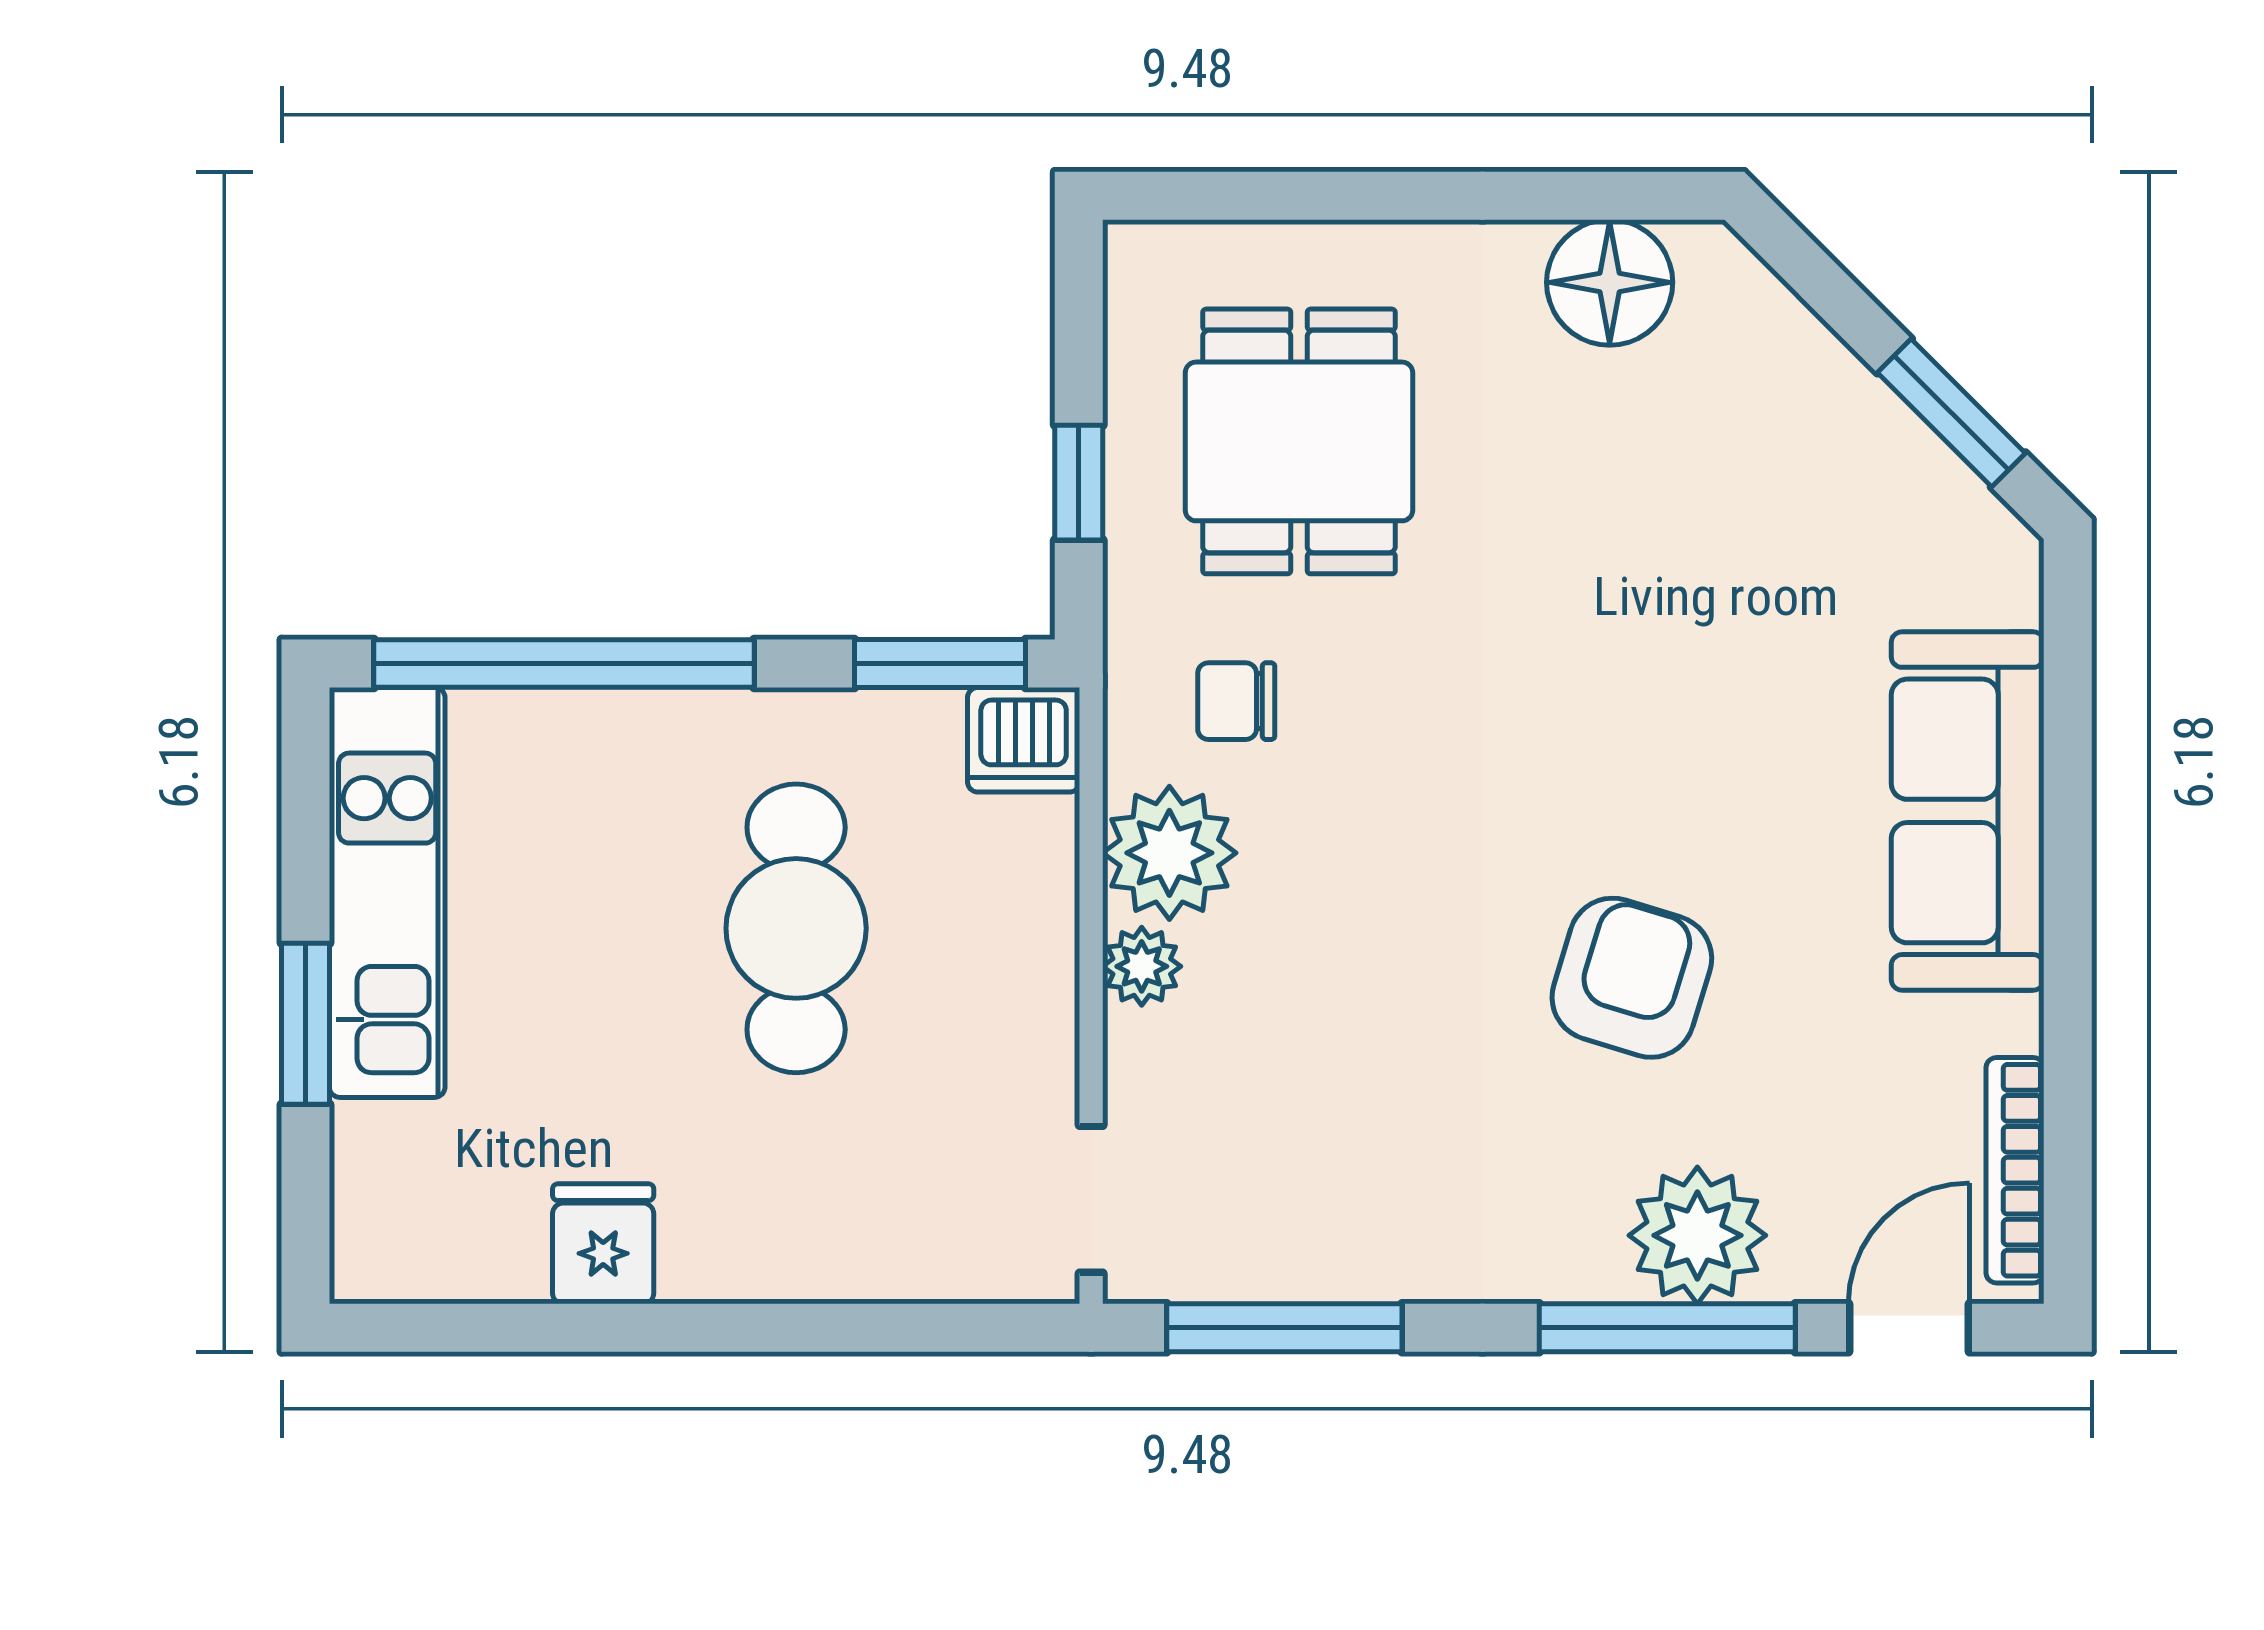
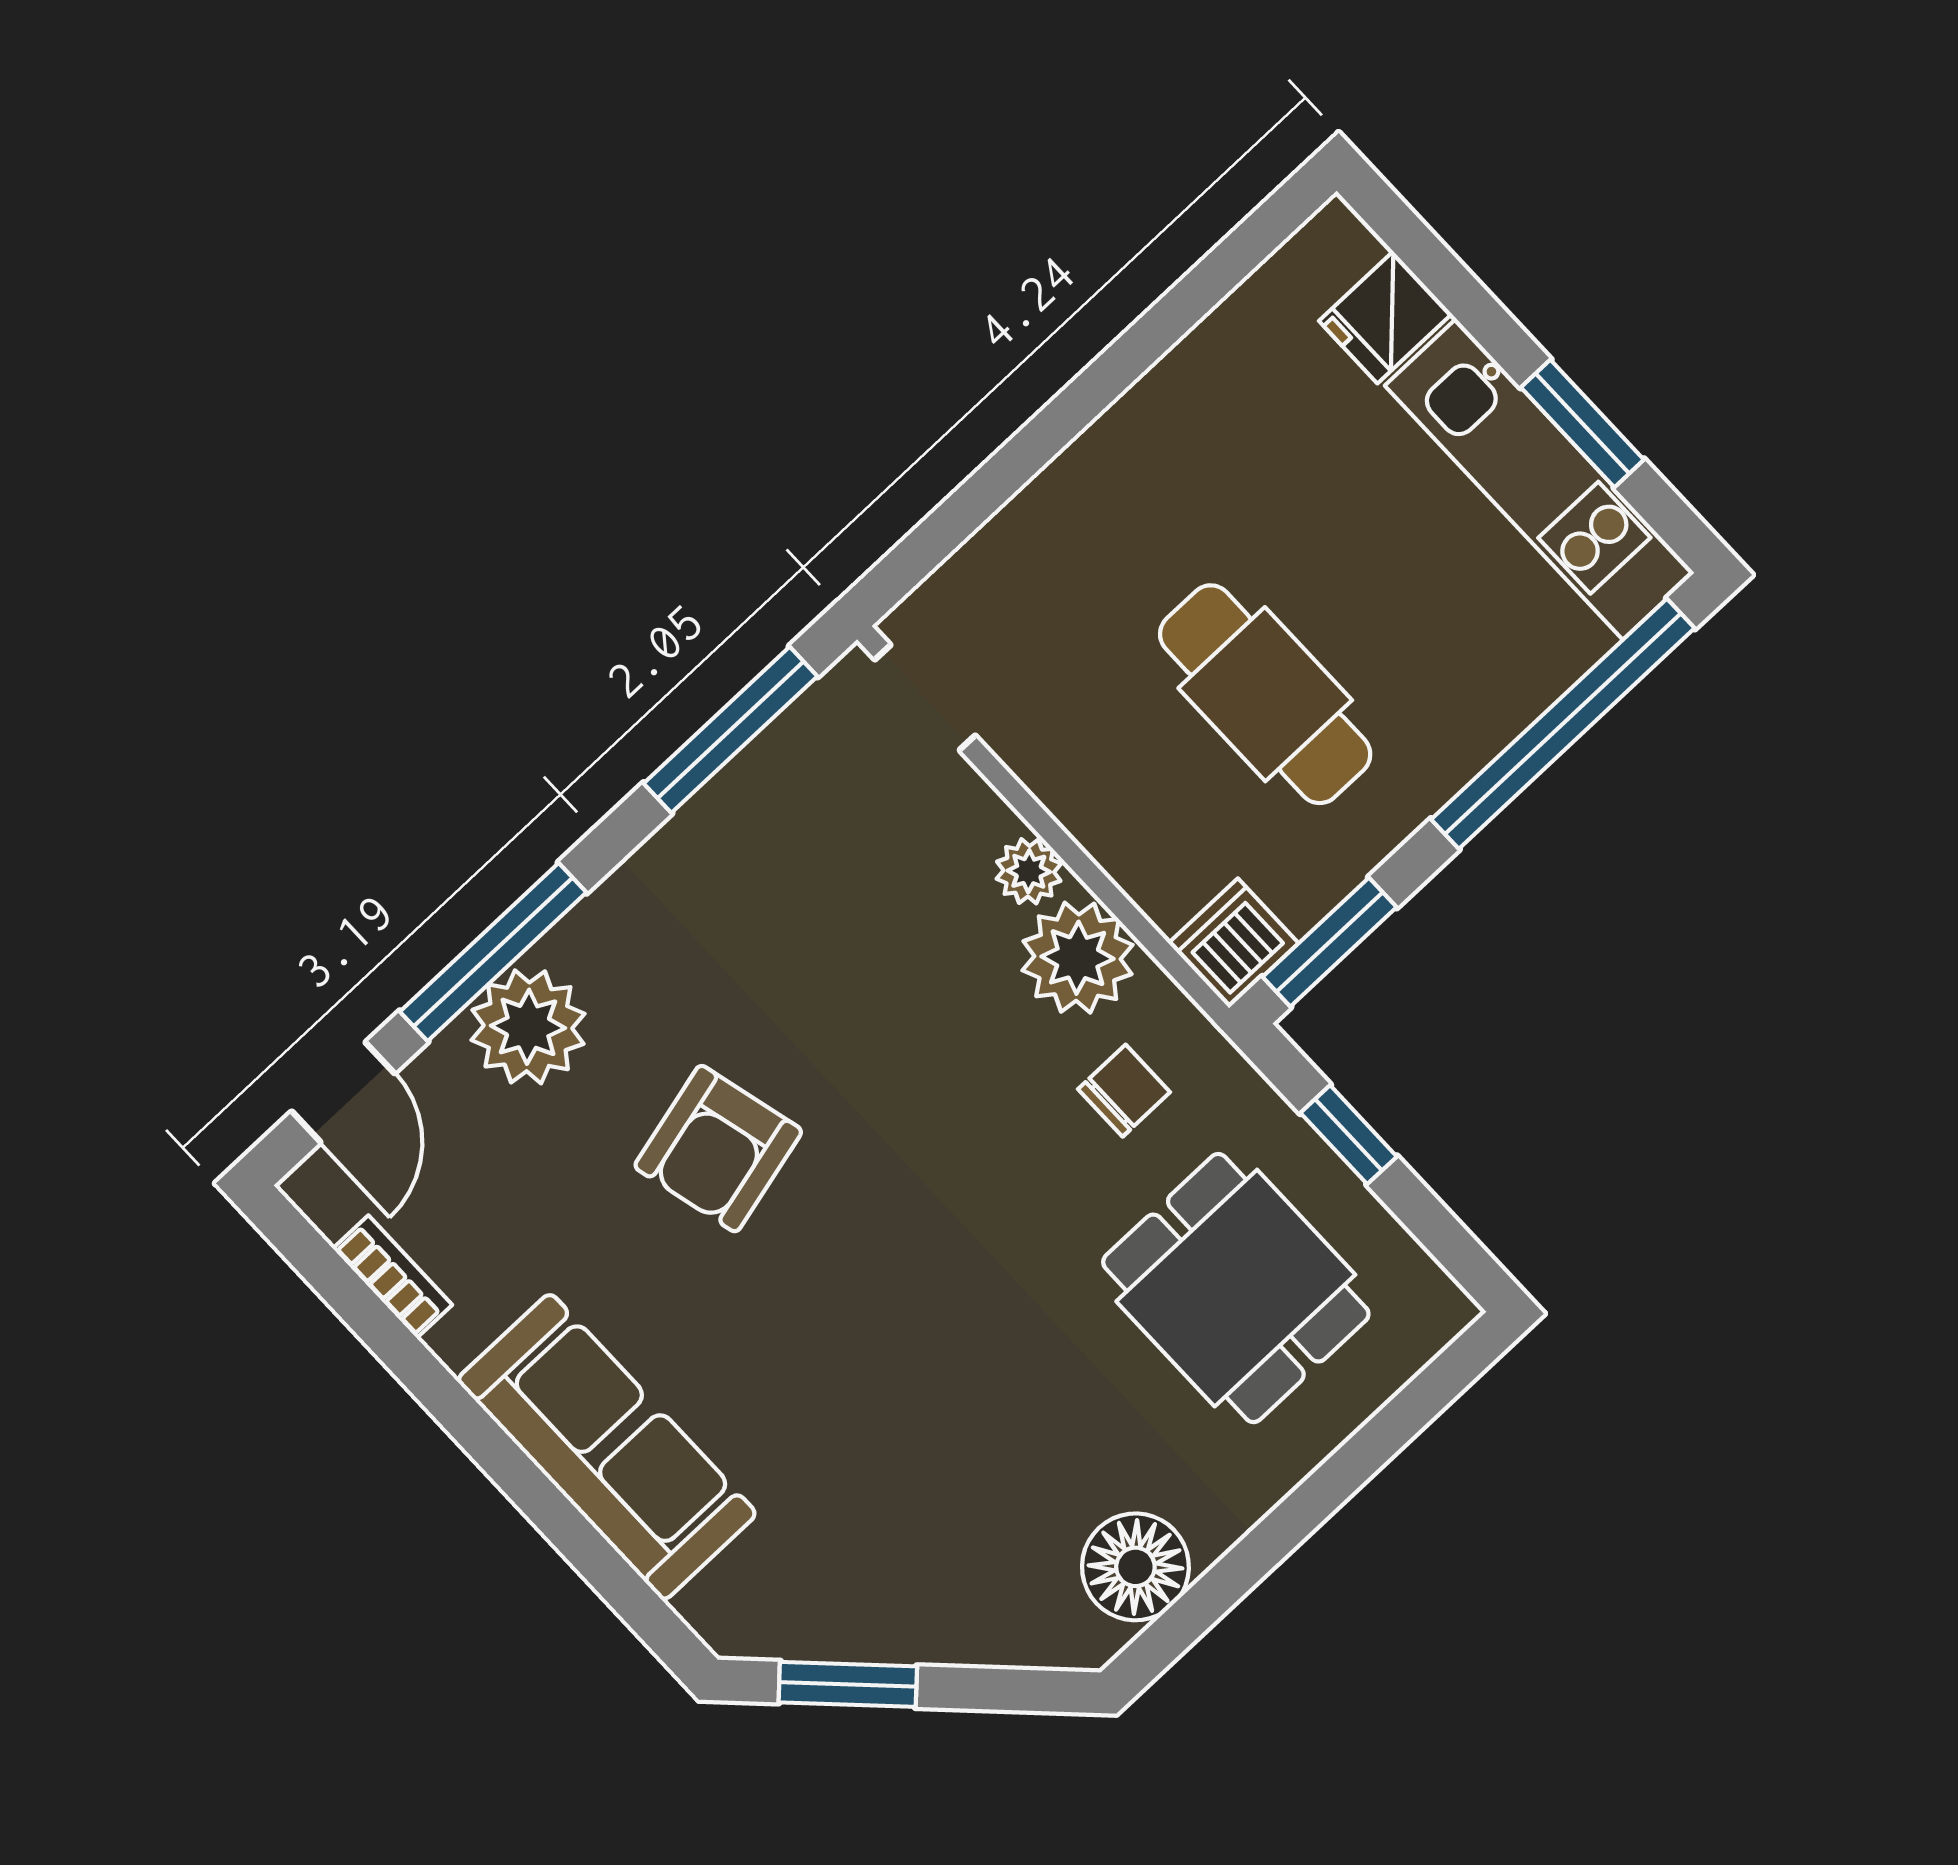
armchair: (1632, 978) -> (718, 1149), turned 59
window: (306, 1024) -> (1582, 423), moved
bookcase: (2015, 1170) -> (392, 1277), width x0.64
fridge: (603, 1244) -> (1385, 317), moved, turned 90

